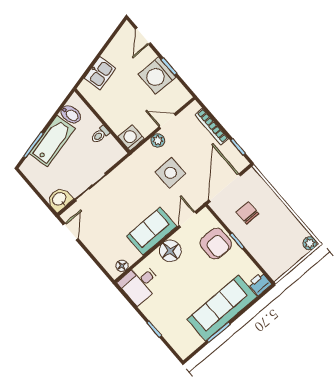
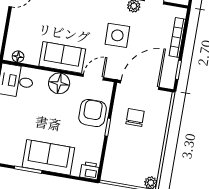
armchair: (216, 244) -> (93, 113), turned 180
sofa: (222, 308) -> (48, 157), width x0.73

